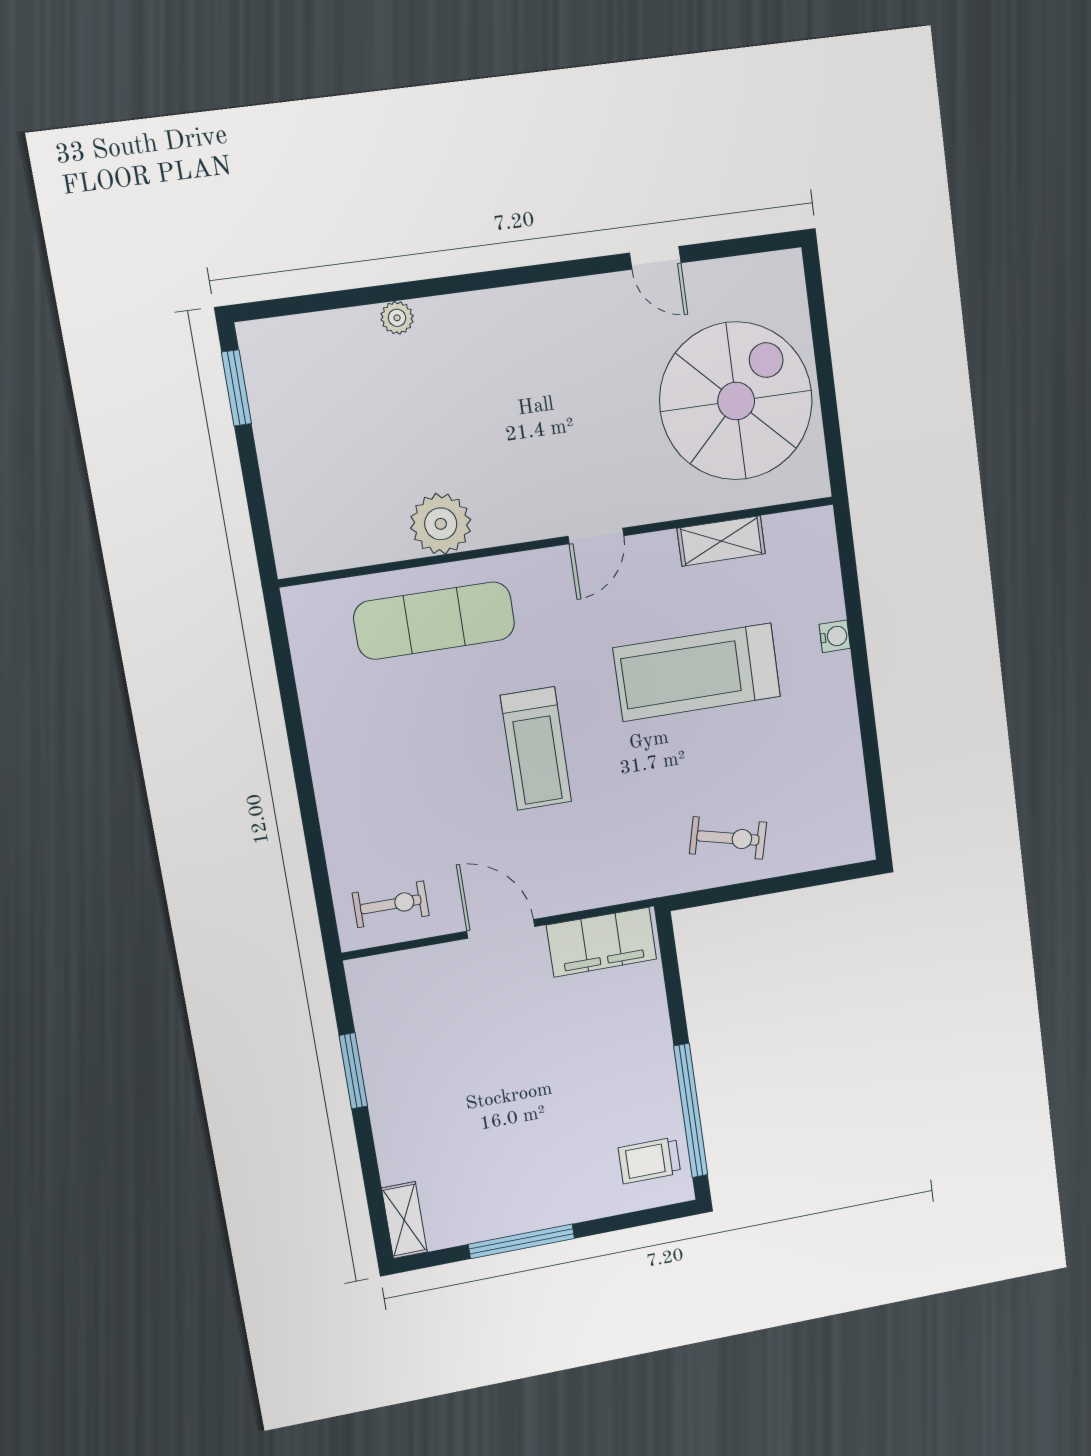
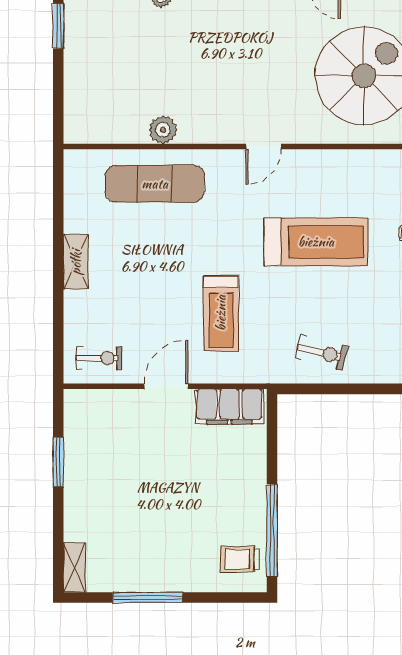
plant: (441, 524) -> (163, 130), width x0.73, depth x0.73
shelving: (721, 541) -> (76, 262), moved, turned 90
treadmill: (697, 672) -> (316, 242), turned 180
treadmill: (536, 749) -> (221, 313), moved
door: (501, 929) -> (166, 386), hinge flipped

